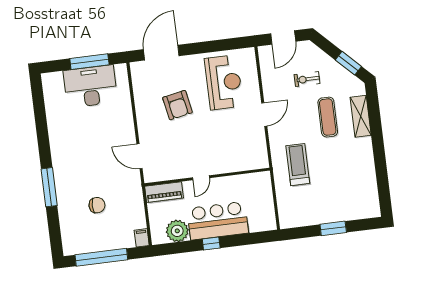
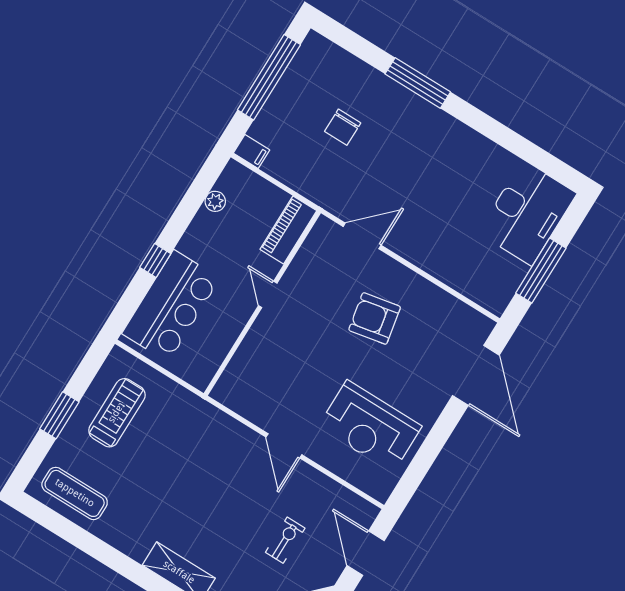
desk: (90, 86) -> (527, 213), moved
armchair: (177, 105) -> (375, 318), moved
exercise mat: (328, 117) -> (75, 493), moved
treadmill: (298, 165) -> (117, 413), moved, turned -90
bar counter: (218, 221) -> (171, 306), moved
plant: (177, 231) -> (215, 201), width x0.53, depth x0.53
window: (211, 244) -> (155, 260), moved

